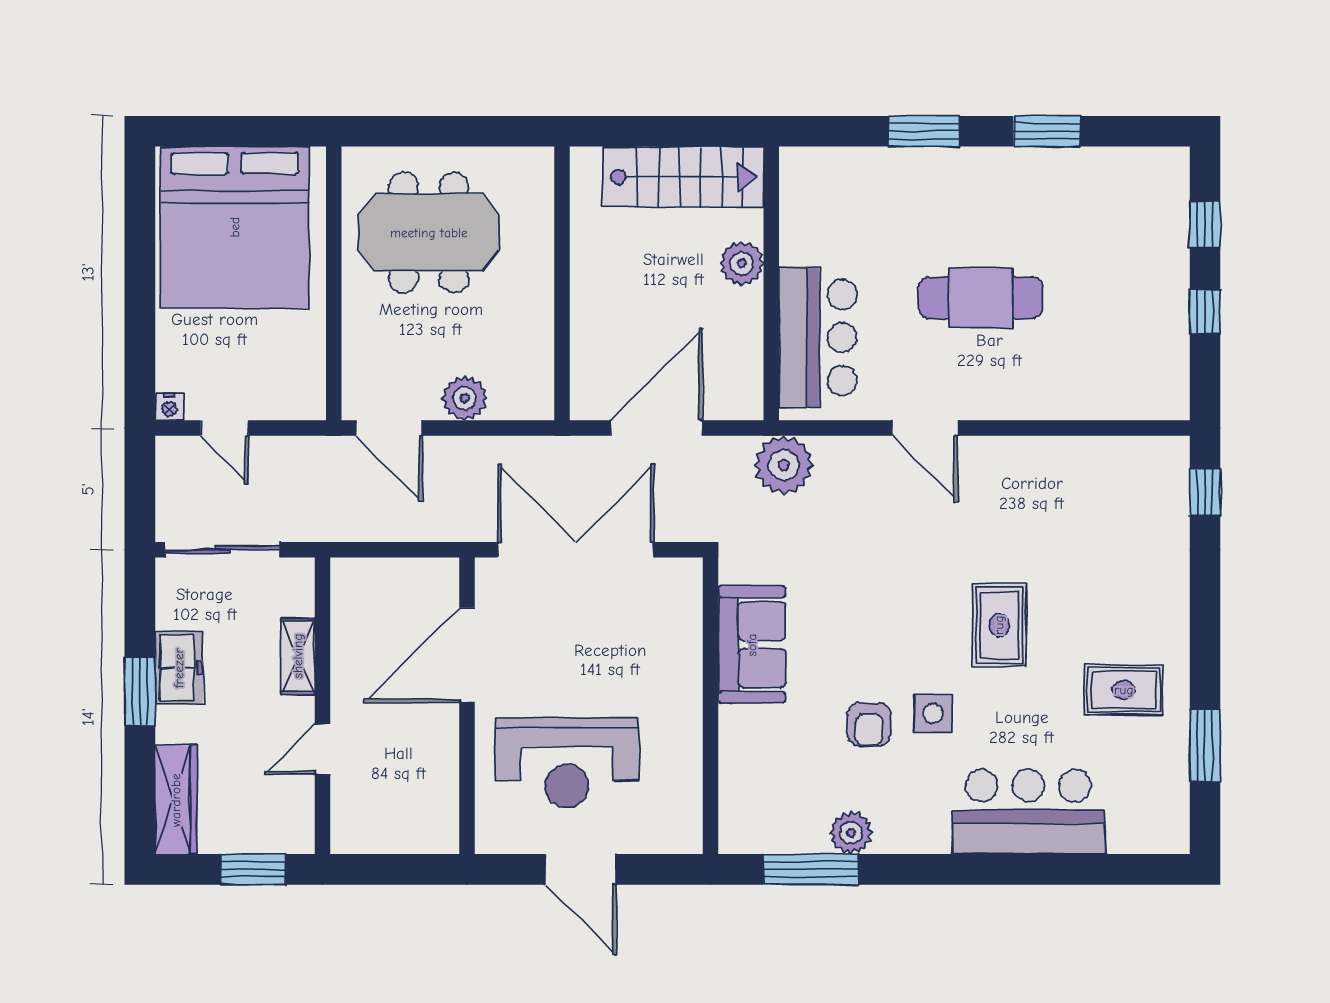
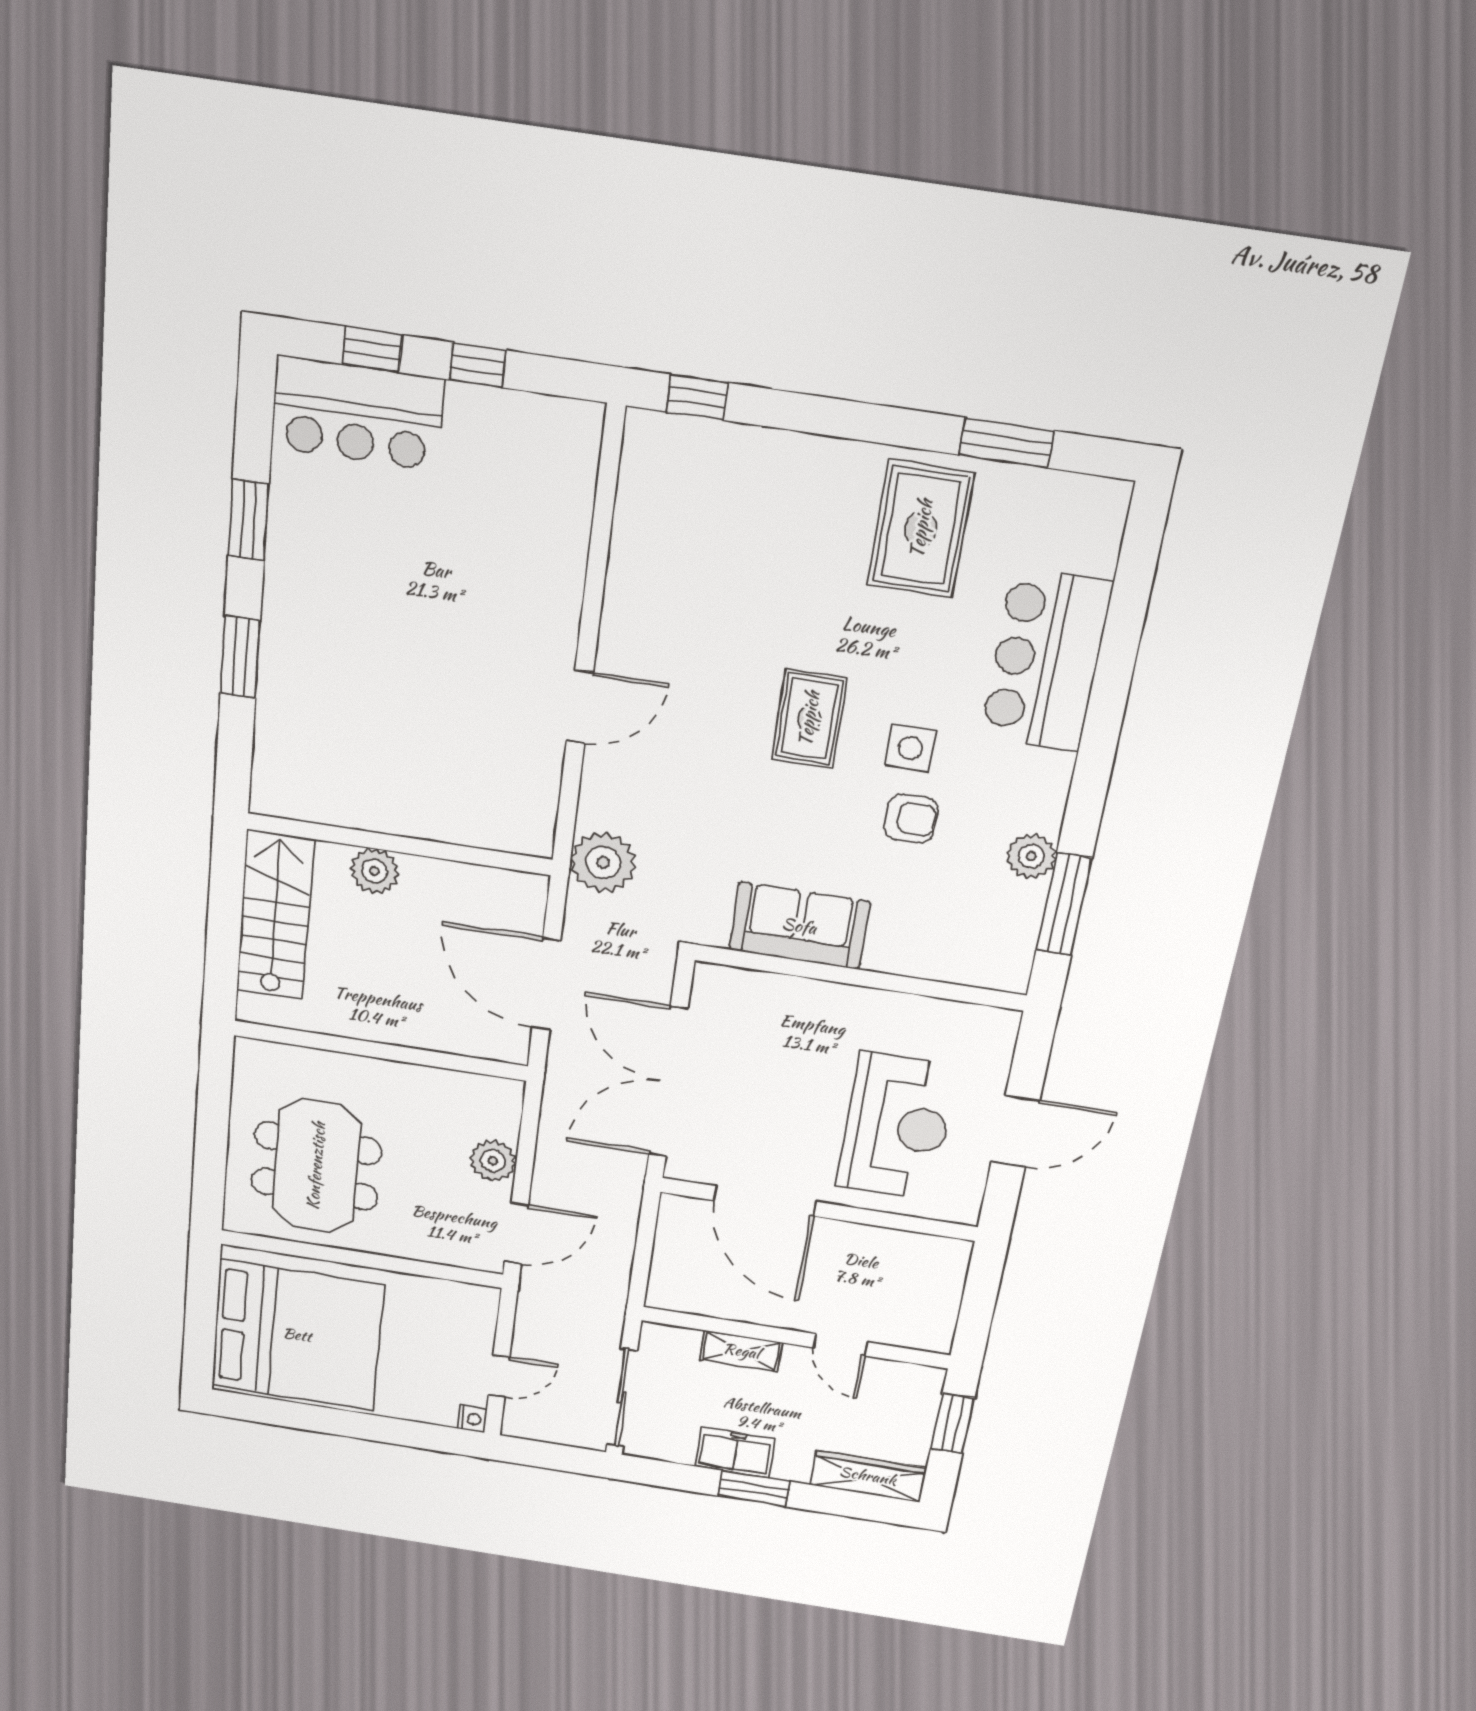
cafe table: (981, 298) -> (436, 623), removed
bar counter: (818, 337) -> (358, 413), moved, turned 180
rug: (999, 625) -> (809, 719), moved, turned 90
rug: (1124, 690) -> (921, 529), width x1.36, depth x1.43

